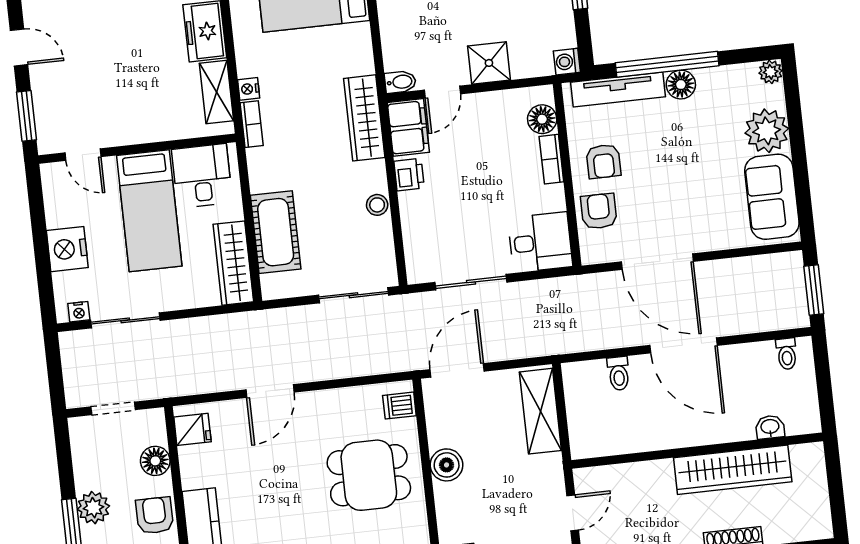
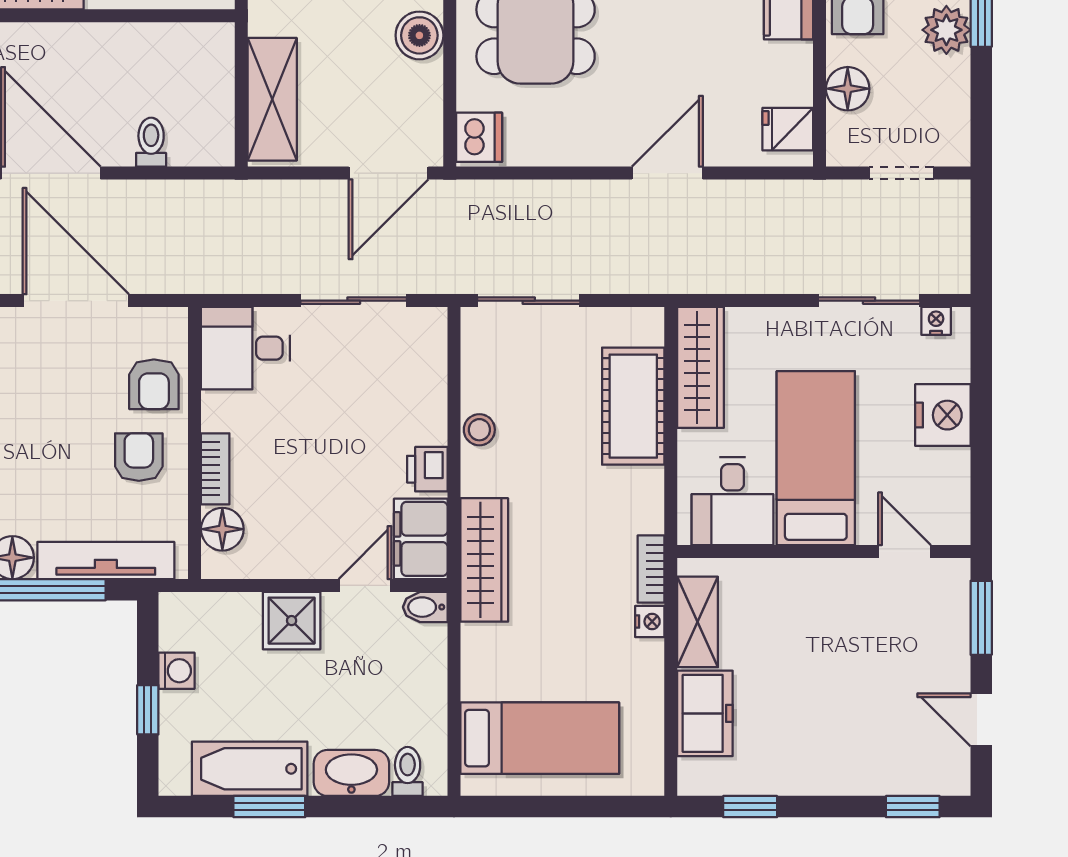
washing machine: (567, 62) -> (176, 671), moved
dishwasher: (399, 406) -> (479, 137), width x1.38

